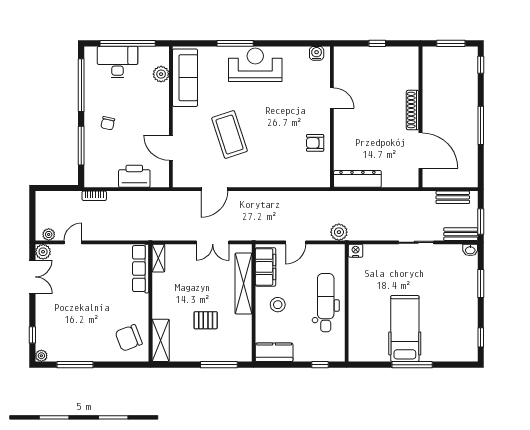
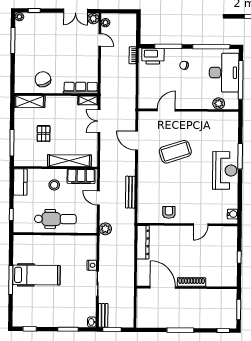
desk: (117, 62) -> (224, 73), width x1.36, depth x1.30
sofa: (185, 78) -> (216, 120), removed
door: (420, 151) -> (163, 287), swing flipped
printer: (134, 176) -> (153, 56), moved, turned 90
bench: (453, 197) -> (130, 192), moved, width x1.36
double door: (213, 242) -> (99, 121), moved
nightstand: (356, 251) -> (92, 265), moved
chair: (129, 338) -> (43, 79), moved

